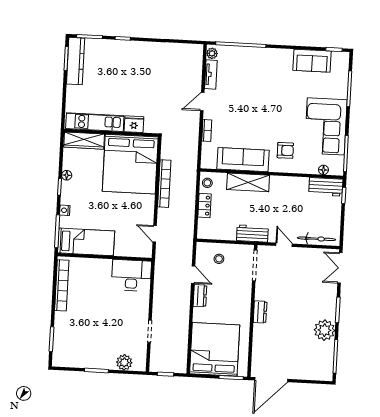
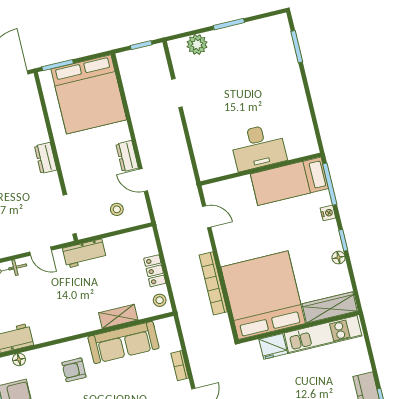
shelving: (248, 182) -> (118, 316), width x0.67, depth x0.75
desk: (131, 275) -> (258, 147), moved
bookcase: (62, 285) -> (304, 118), removed

